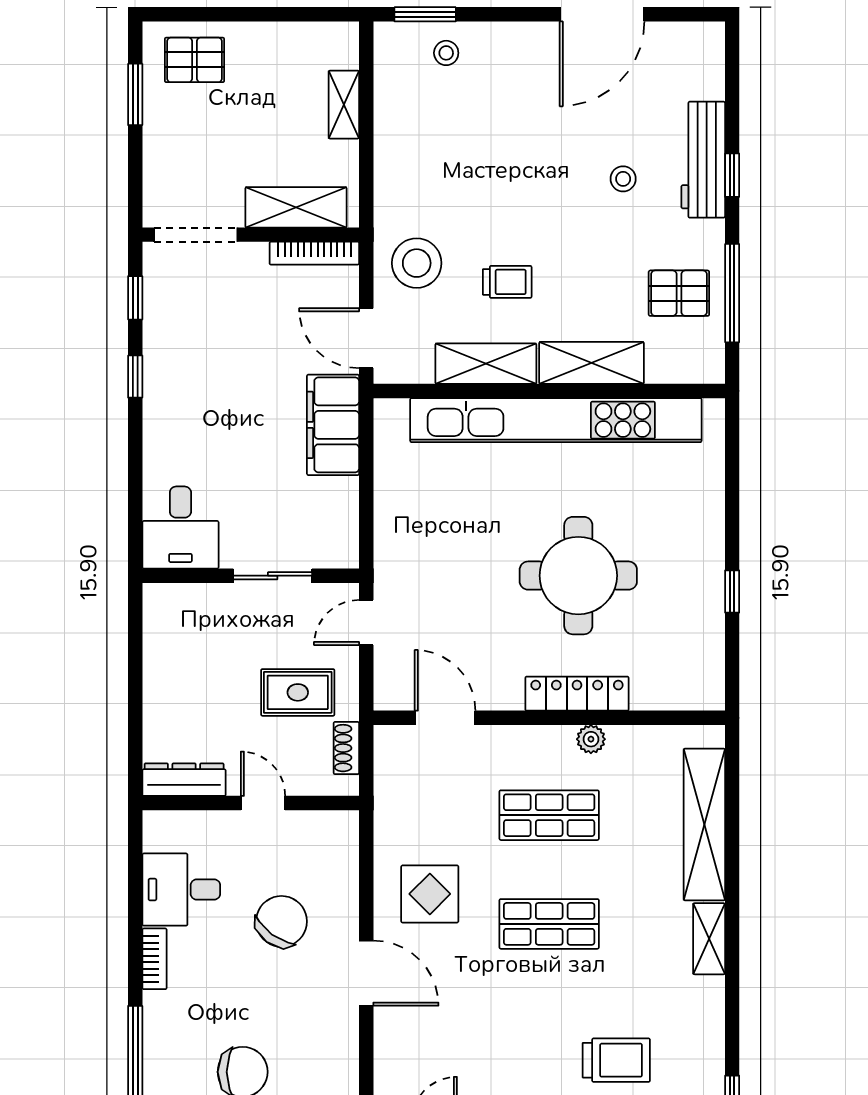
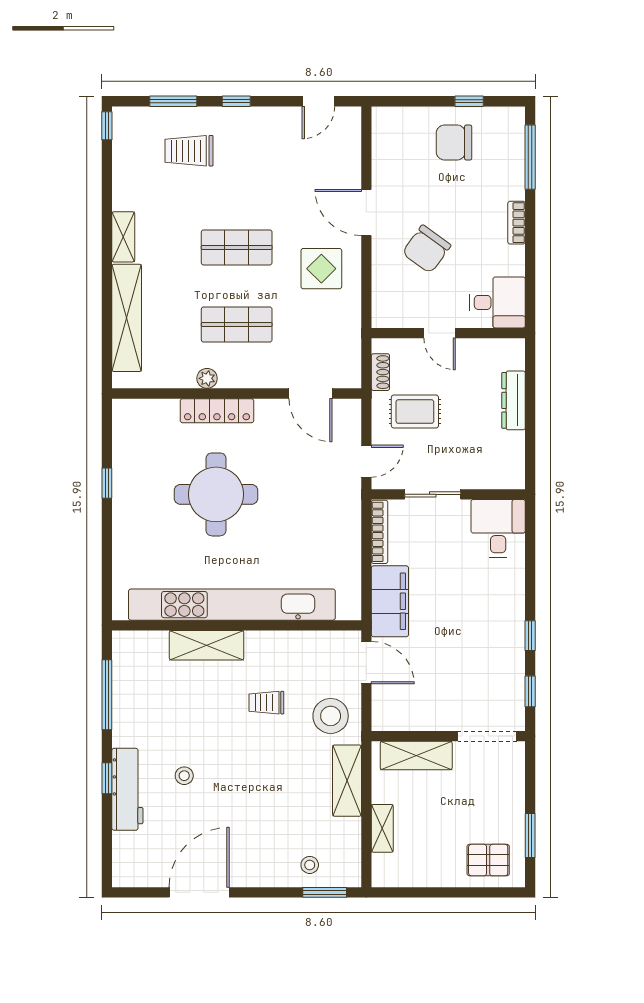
bookcase: (314, 253) -> (380, 532), moved, turned 90
pallet: (679, 293) -> (145, 695), removed
shelving: (486, 364) -> (347, 781), moved, turned 90
dresser: (184, 780) -> (514, 400), moved, turned 90
desk: (181, 890) -> (498, 302), moved

